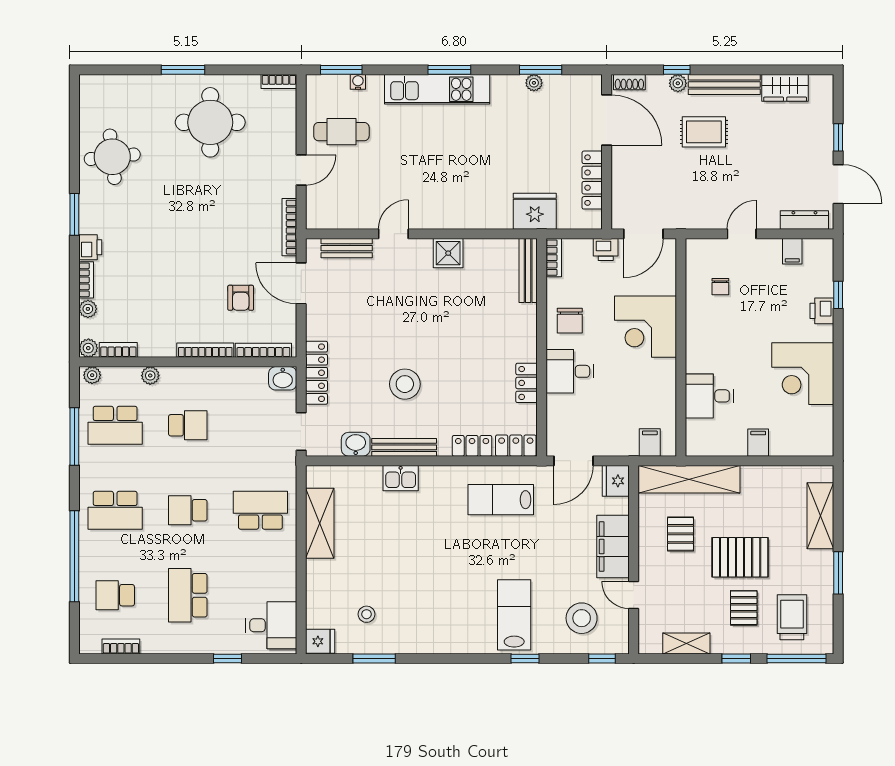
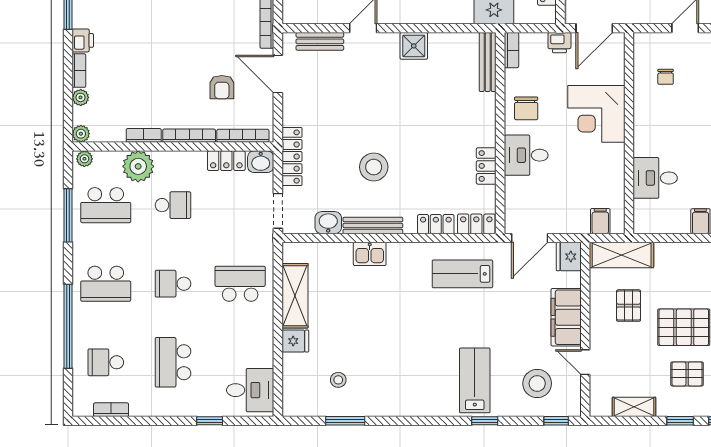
bookcase: (118, 350) -> (144, 135), moved
plant: (150, 376) -> (138, 166), width x1.88, depth x1.88
locker: (246, 377) -> (226, 161), added
shelving: (689, 479) -> (622, 255), width x0.68
pallet: (744, 608) -> (687, 374), turned 90
fridge: (320, 641) -> (295, 341), moved

